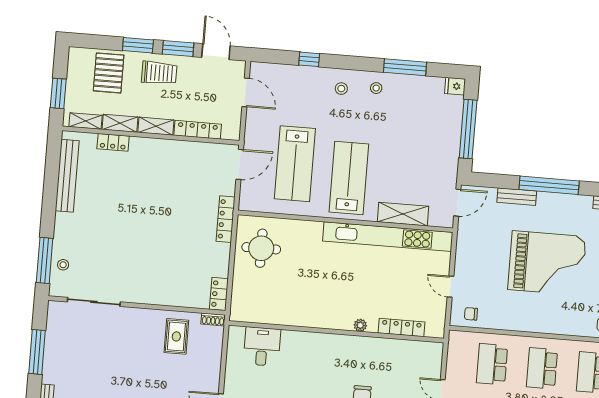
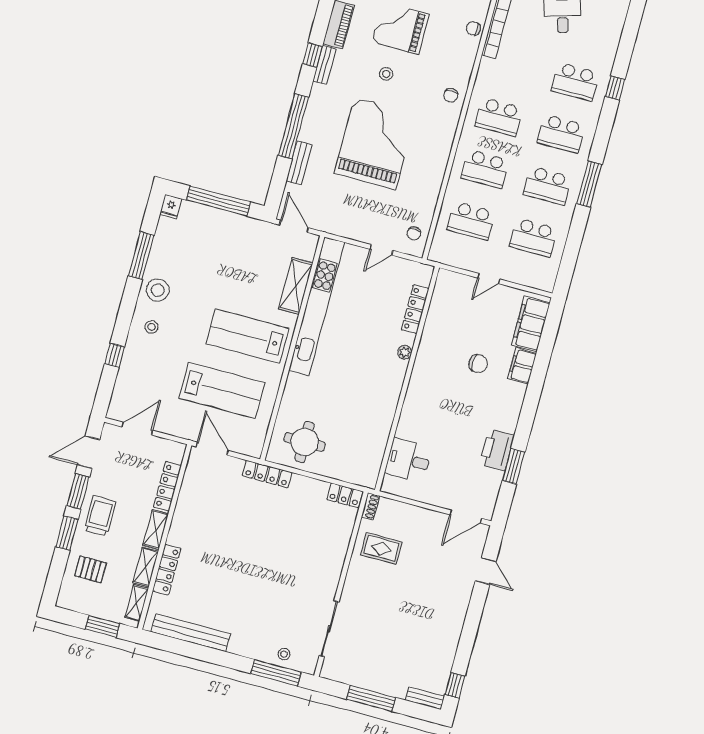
pallet: (109, 73) -> (90, 569), width x0.67, depth x0.71
stool: (376, 88) -> (158, 290), width x1.89, depth x1.89
locker: (113, 142) -> (167, 570), width x1.53

